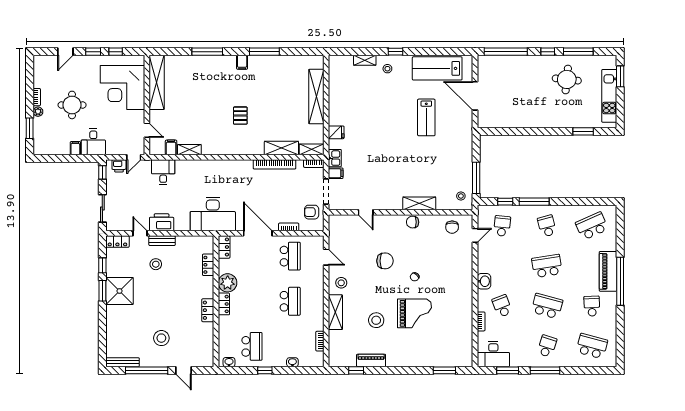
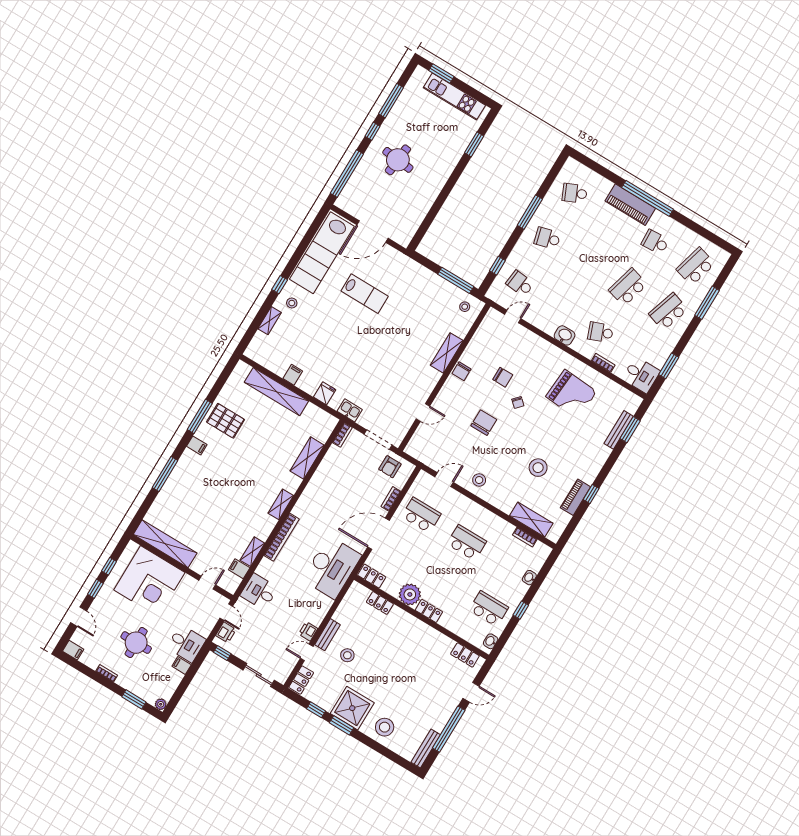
filing cabinet: (39, 63) -> (73, 650), added
lab bench: (437, 68) -> (322, 253), width x1.36
round table: (567, 79) -> (398, 160), moved
plant: (38, 112) -> (161, 704), moved
pallet: (240, 116) -> (226, 421), moved, width x1.50, depth x1.42
shelving: (312, 149) -> (281, 504), moved
bookcase: (274, 164) -> (282, 537), moved
filing cabinet: (336, 173) -> (293, 375), moved
window: (534, 202) -> (530, 212), moved
printer: (162, 222) -> (308, 631), width x0.53, depth x0.68
school desk: (592, 226) -> (575, 193), width x0.54
chair: (452, 227) -> (503, 377), moved
door: (475, 235) -> (513, 317), hinge flipped
school desk: (547, 266) -> (588, 263), removed
locker: (208, 310) -> (465, 655), moved
shelving: (335, 312) -> (531, 520), moved
grand piano: (415, 313) -> (571, 394), moved, turned 94
stool: (161, 338) -> (385, 727), moved
school desk: (547, 346) -> (668, 312), width x1.85
desk: (493, 354) -> (641, 375), width x0.73
bench: (439, 362) -> (619, 430), added
window: (356, 370) -> (591, 494), moved
window: (545, 370) -> (707, 303), moved

